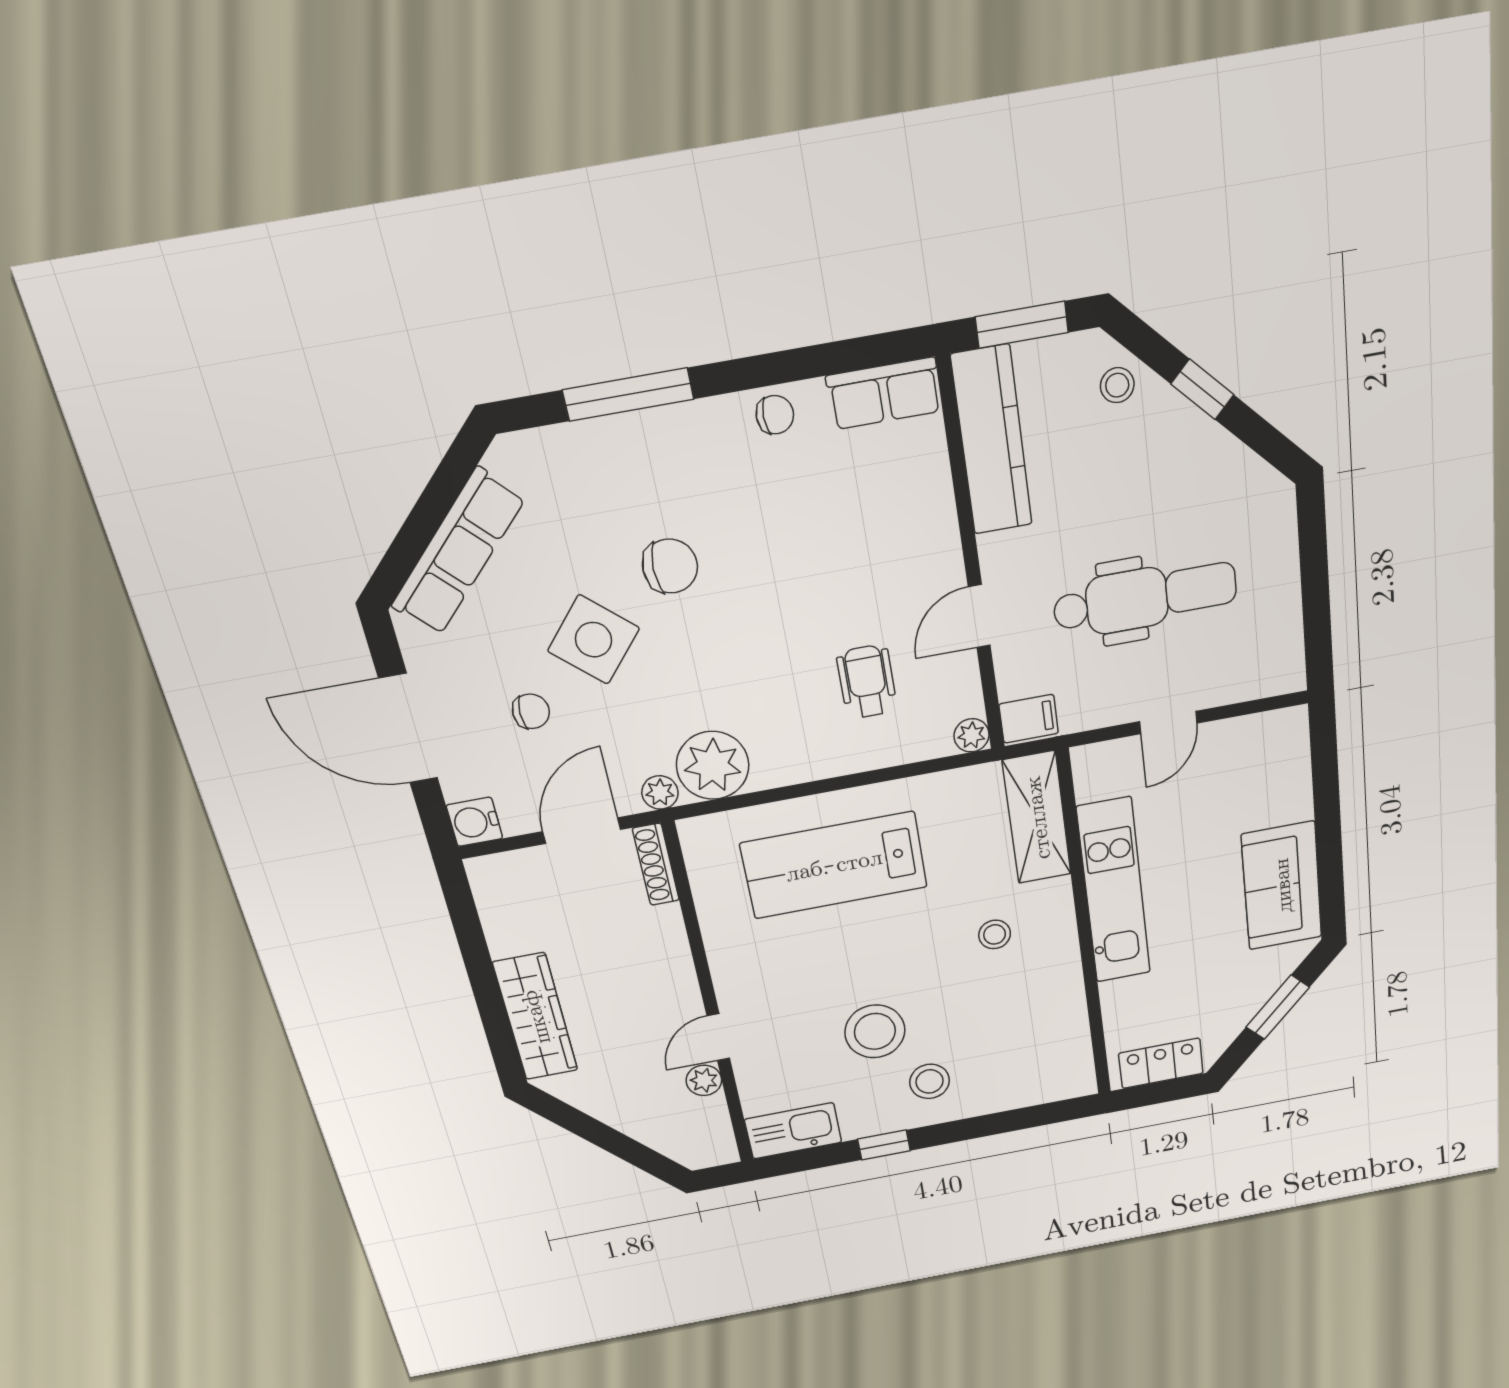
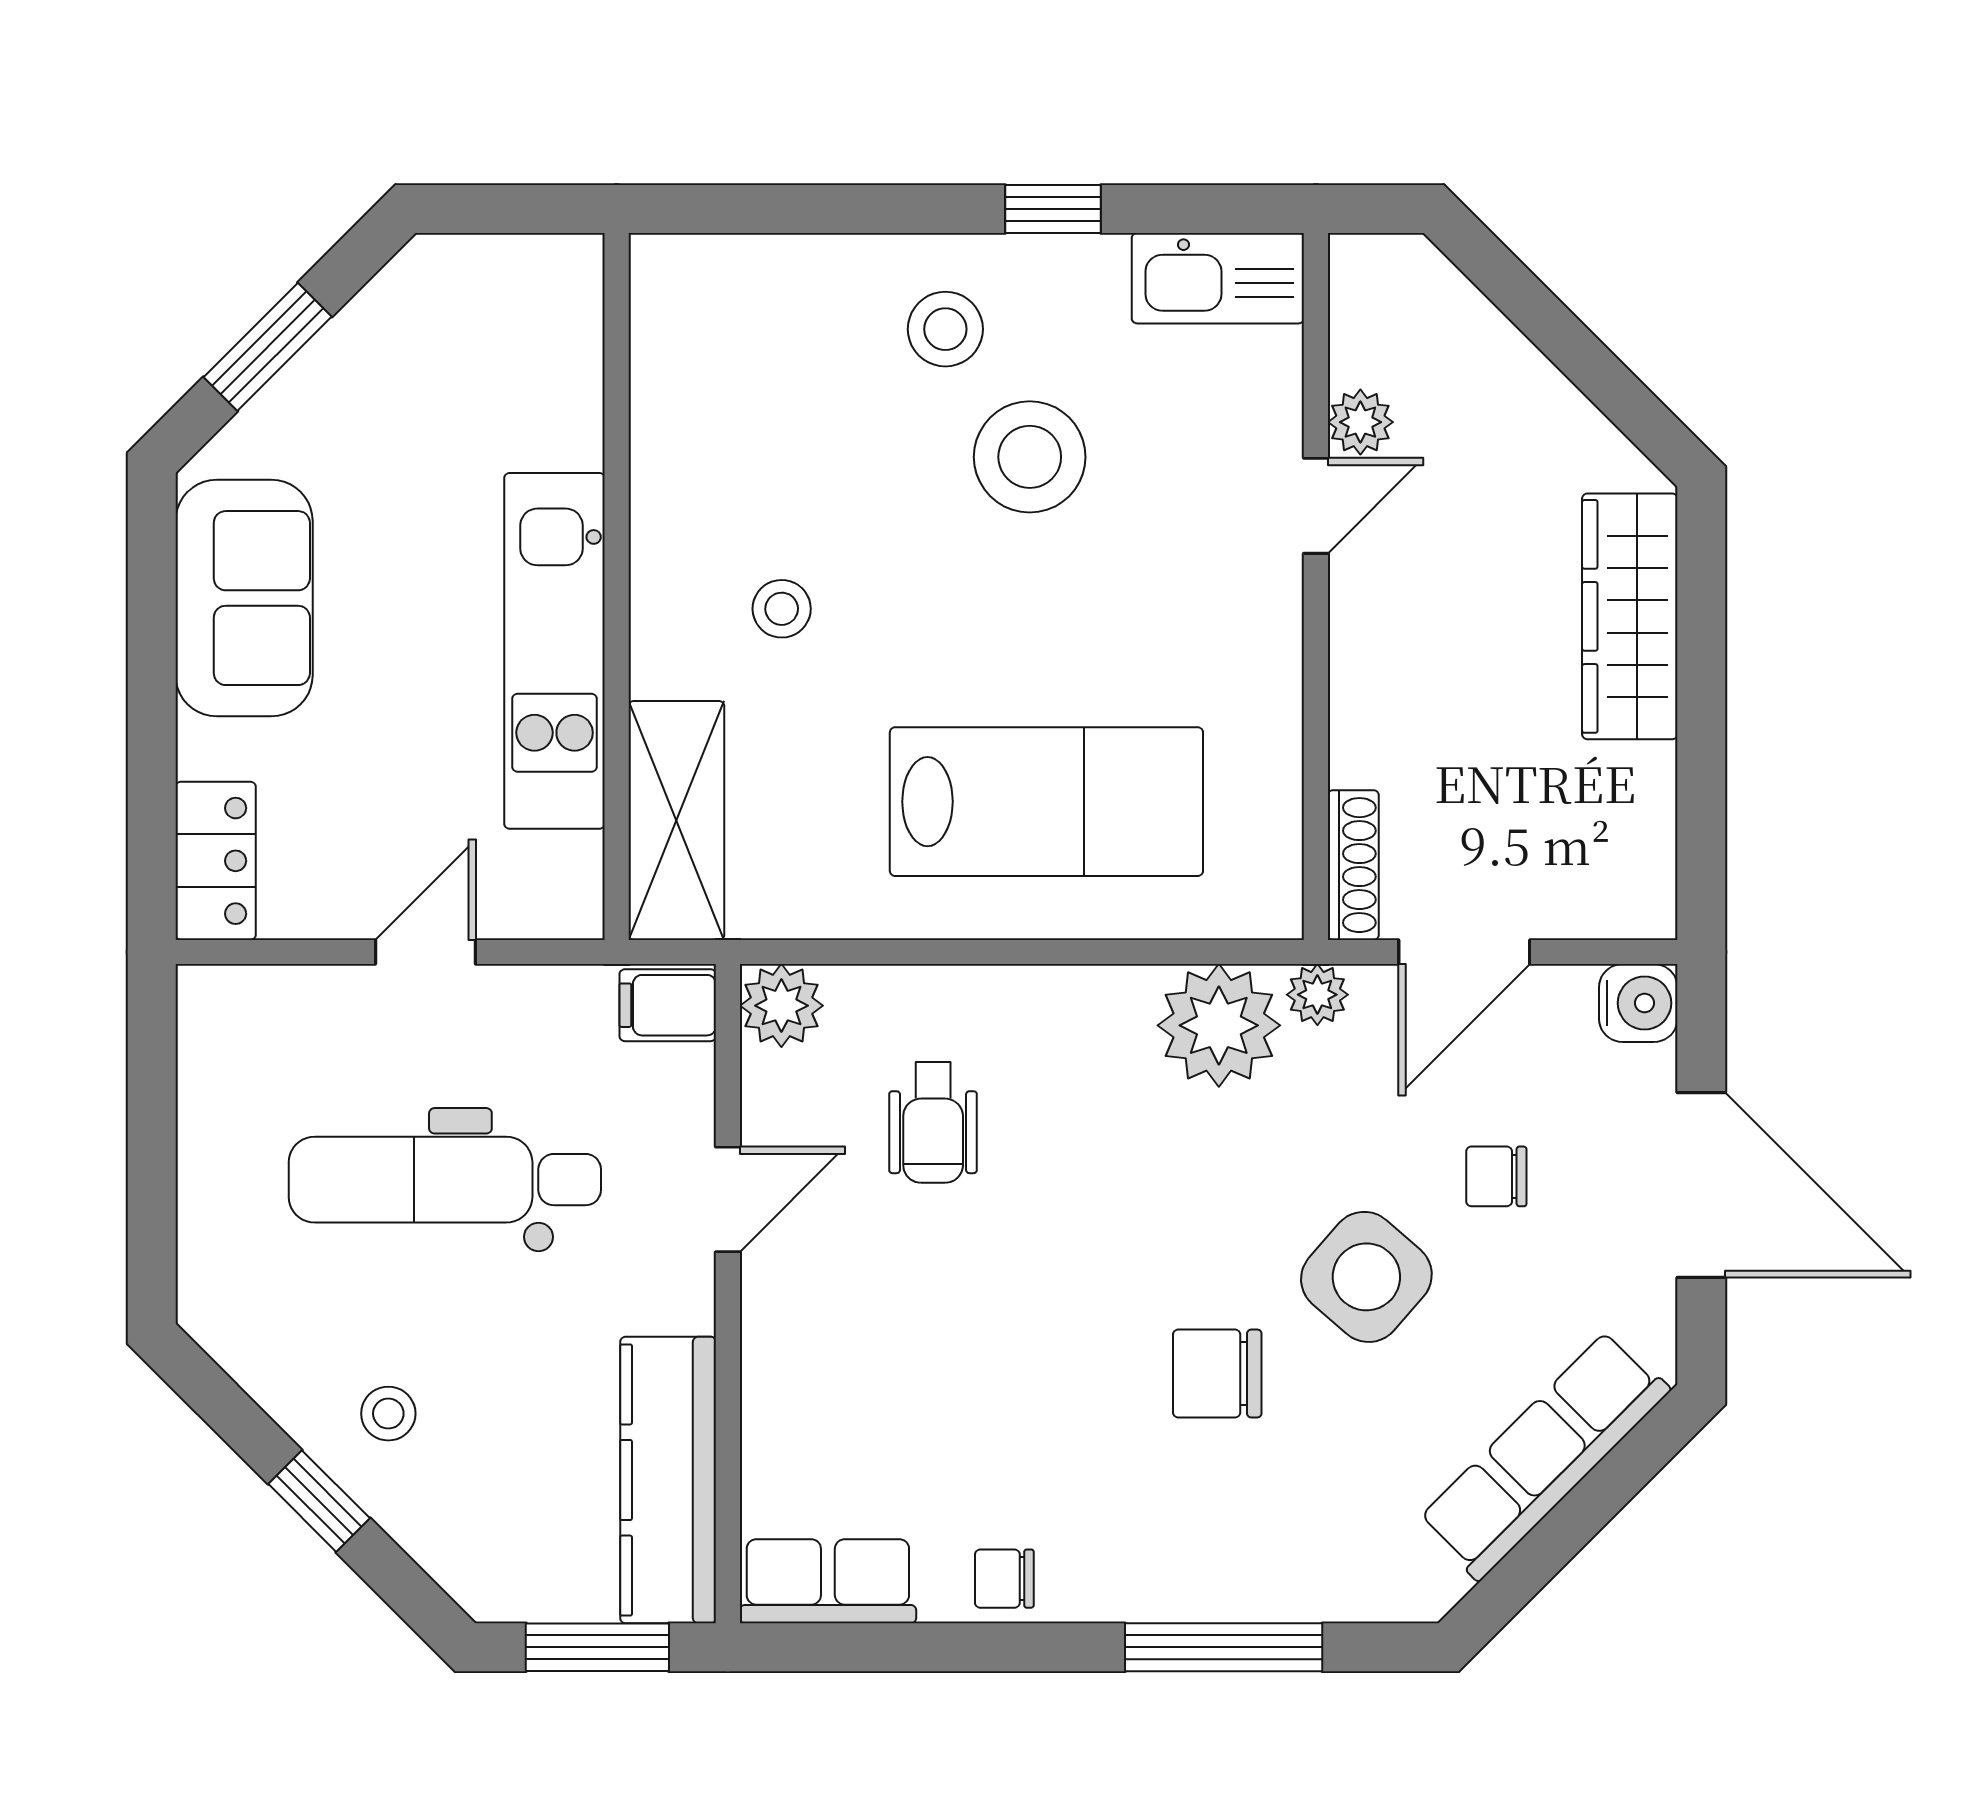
stool: (1117, 385) -> (388, 1414), moved
plant: (972, 735) -> (781, 1006), width x1.38, depth x1.38
locker: (1161, 1063) -> (216, 861), moved, turned -90

